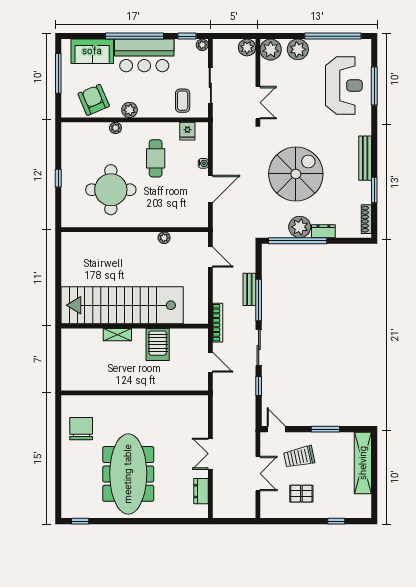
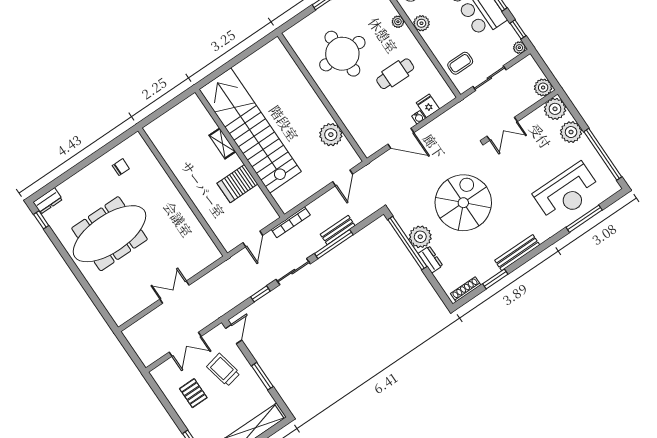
fridge: (187, 131) -> (428, 106), moved, turned 90
spiral stairs: (296, 174) -> (463, 203), turned -90
plant: (164, 238) -> (331, 135), width x1.88, depth x1.88
chair: (81, 429) -> (121, 167), width x0.54, depth x0.54
dresser: (201, 491) -> (48, 201), moved, turned 180

